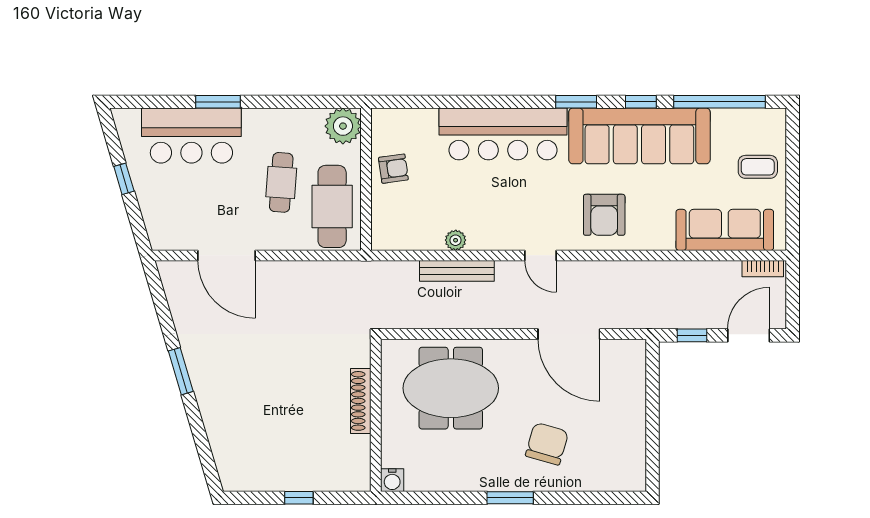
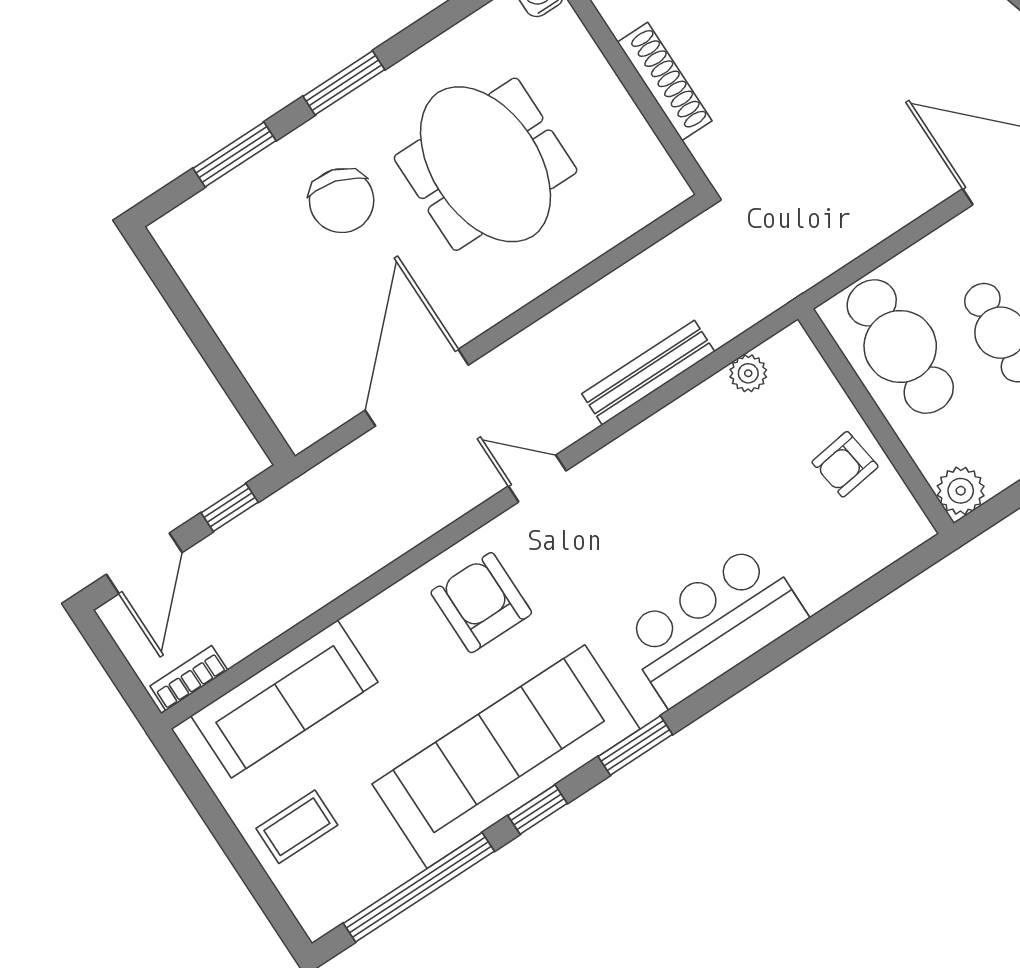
plant: (343, 126) -> (961, 491), width x0.73, depth x0.73
bar counter: (503, 134) -> (714, 625), width x0.73
plant: (456, 240) -> (748, 373), moved
door: (569, 334) -> (417, 388), hinge flipped
meeting table: (451, 388) -> (486, 164), moved, turned 90
window: (583, 498) -> (234, 154), added

